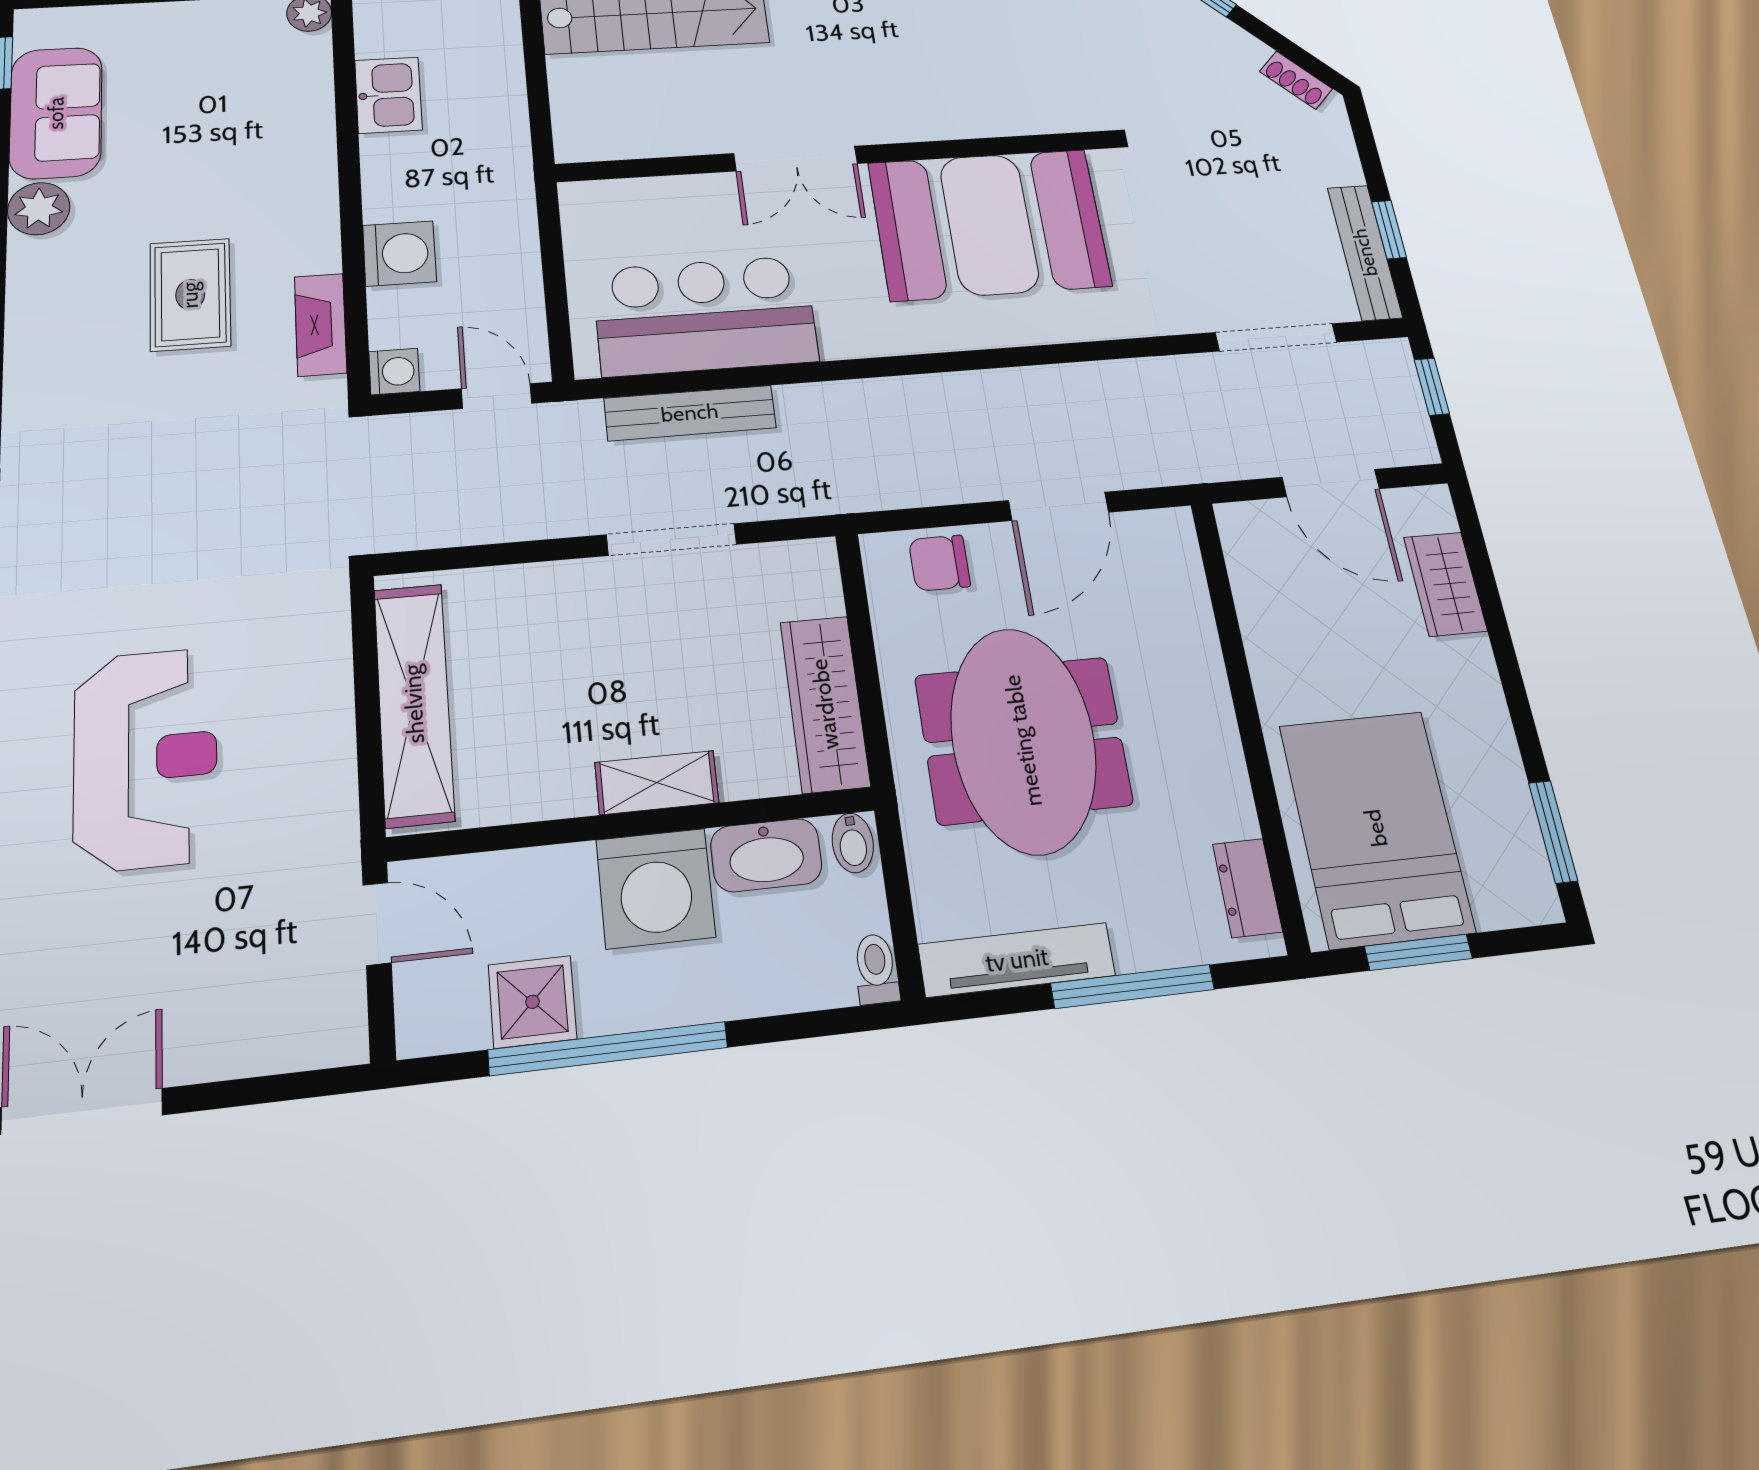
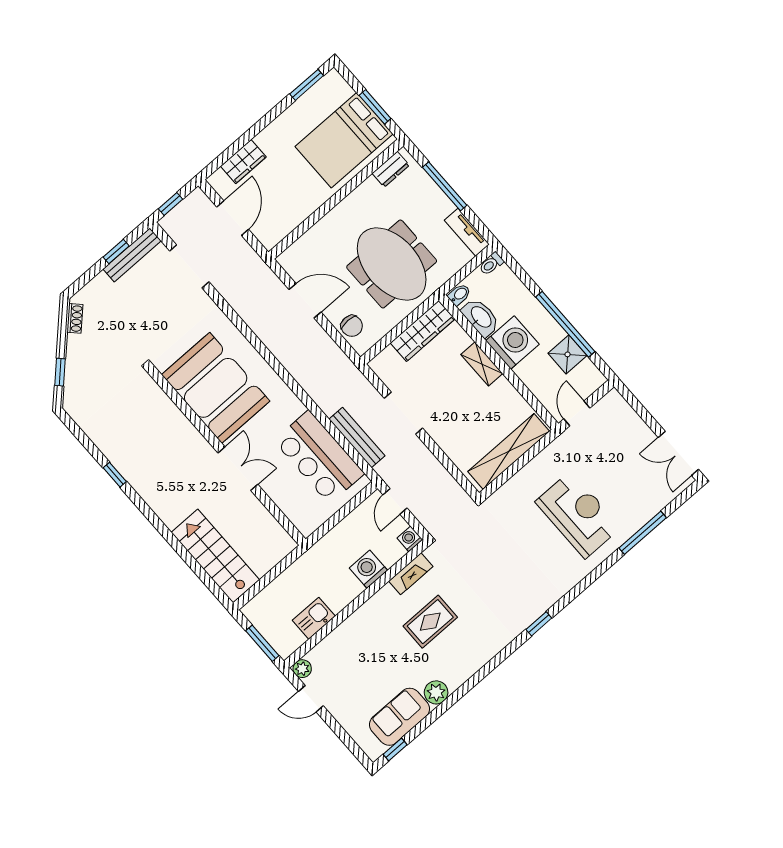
meeting table: (1023, 740) -> (392, 264), turned 90
reception desk: (145, 758) -> (578, 515), turned 90
tv unit: (1017, 960) -> (467, 232), width x0.71

